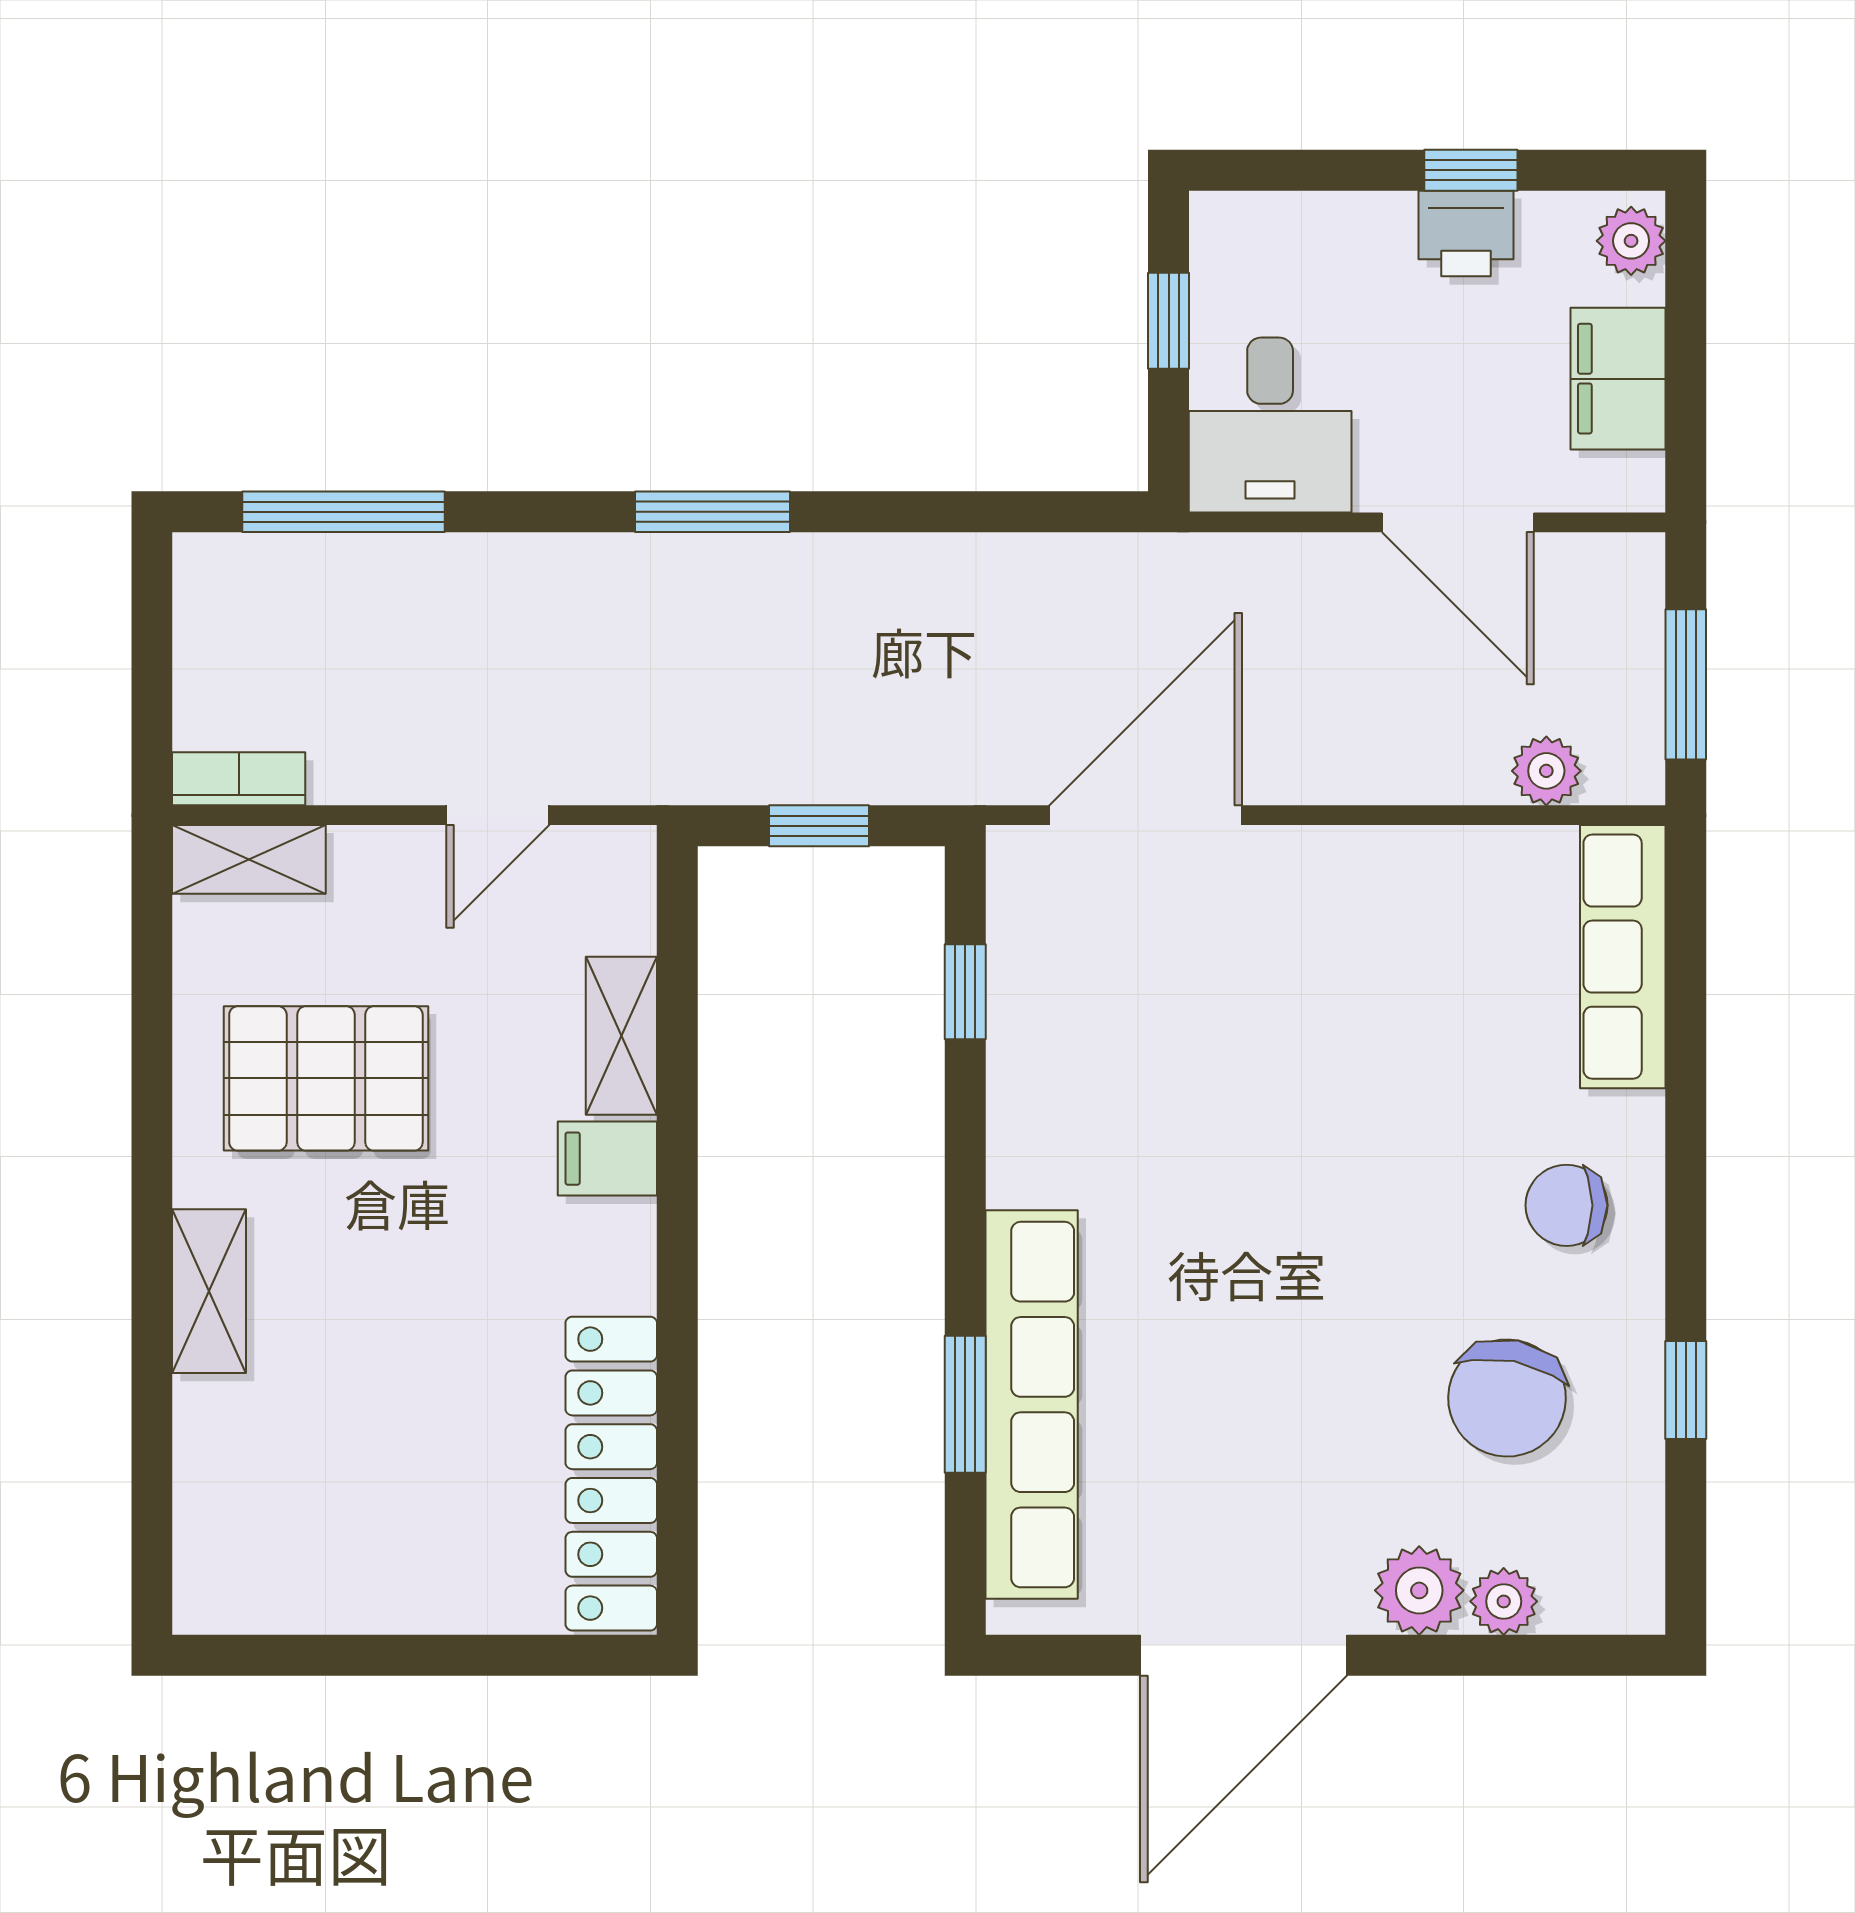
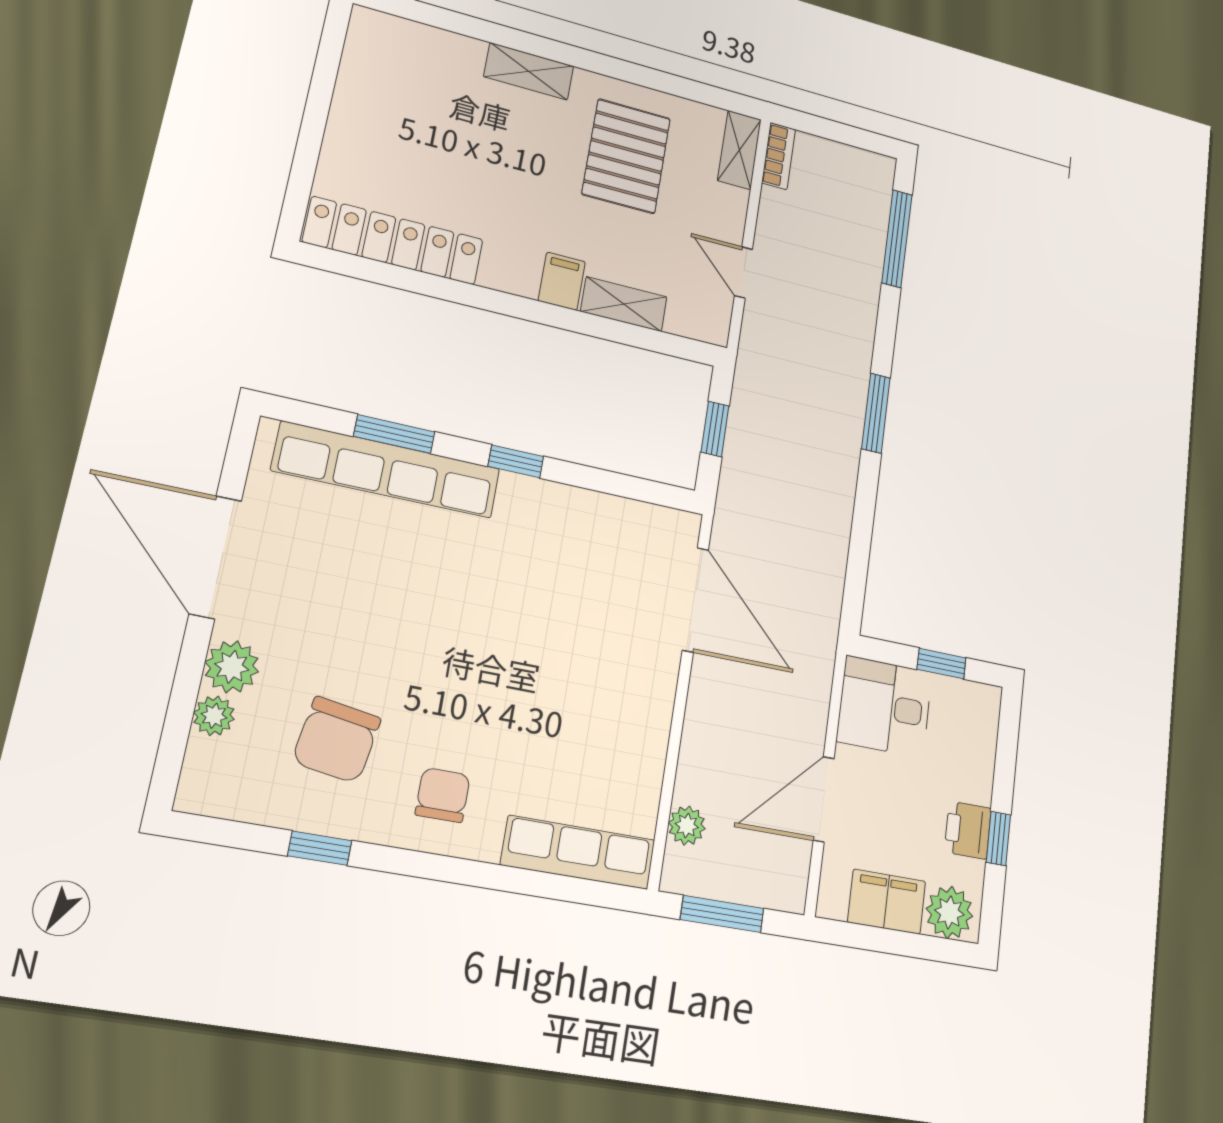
plant: (1631, 241) -> (949, 912), width x1.38, depth x1.38
window: (965, 992) -> (516, 461), moved
chair: (1507, 1398) -> (336, 740), turned -92

